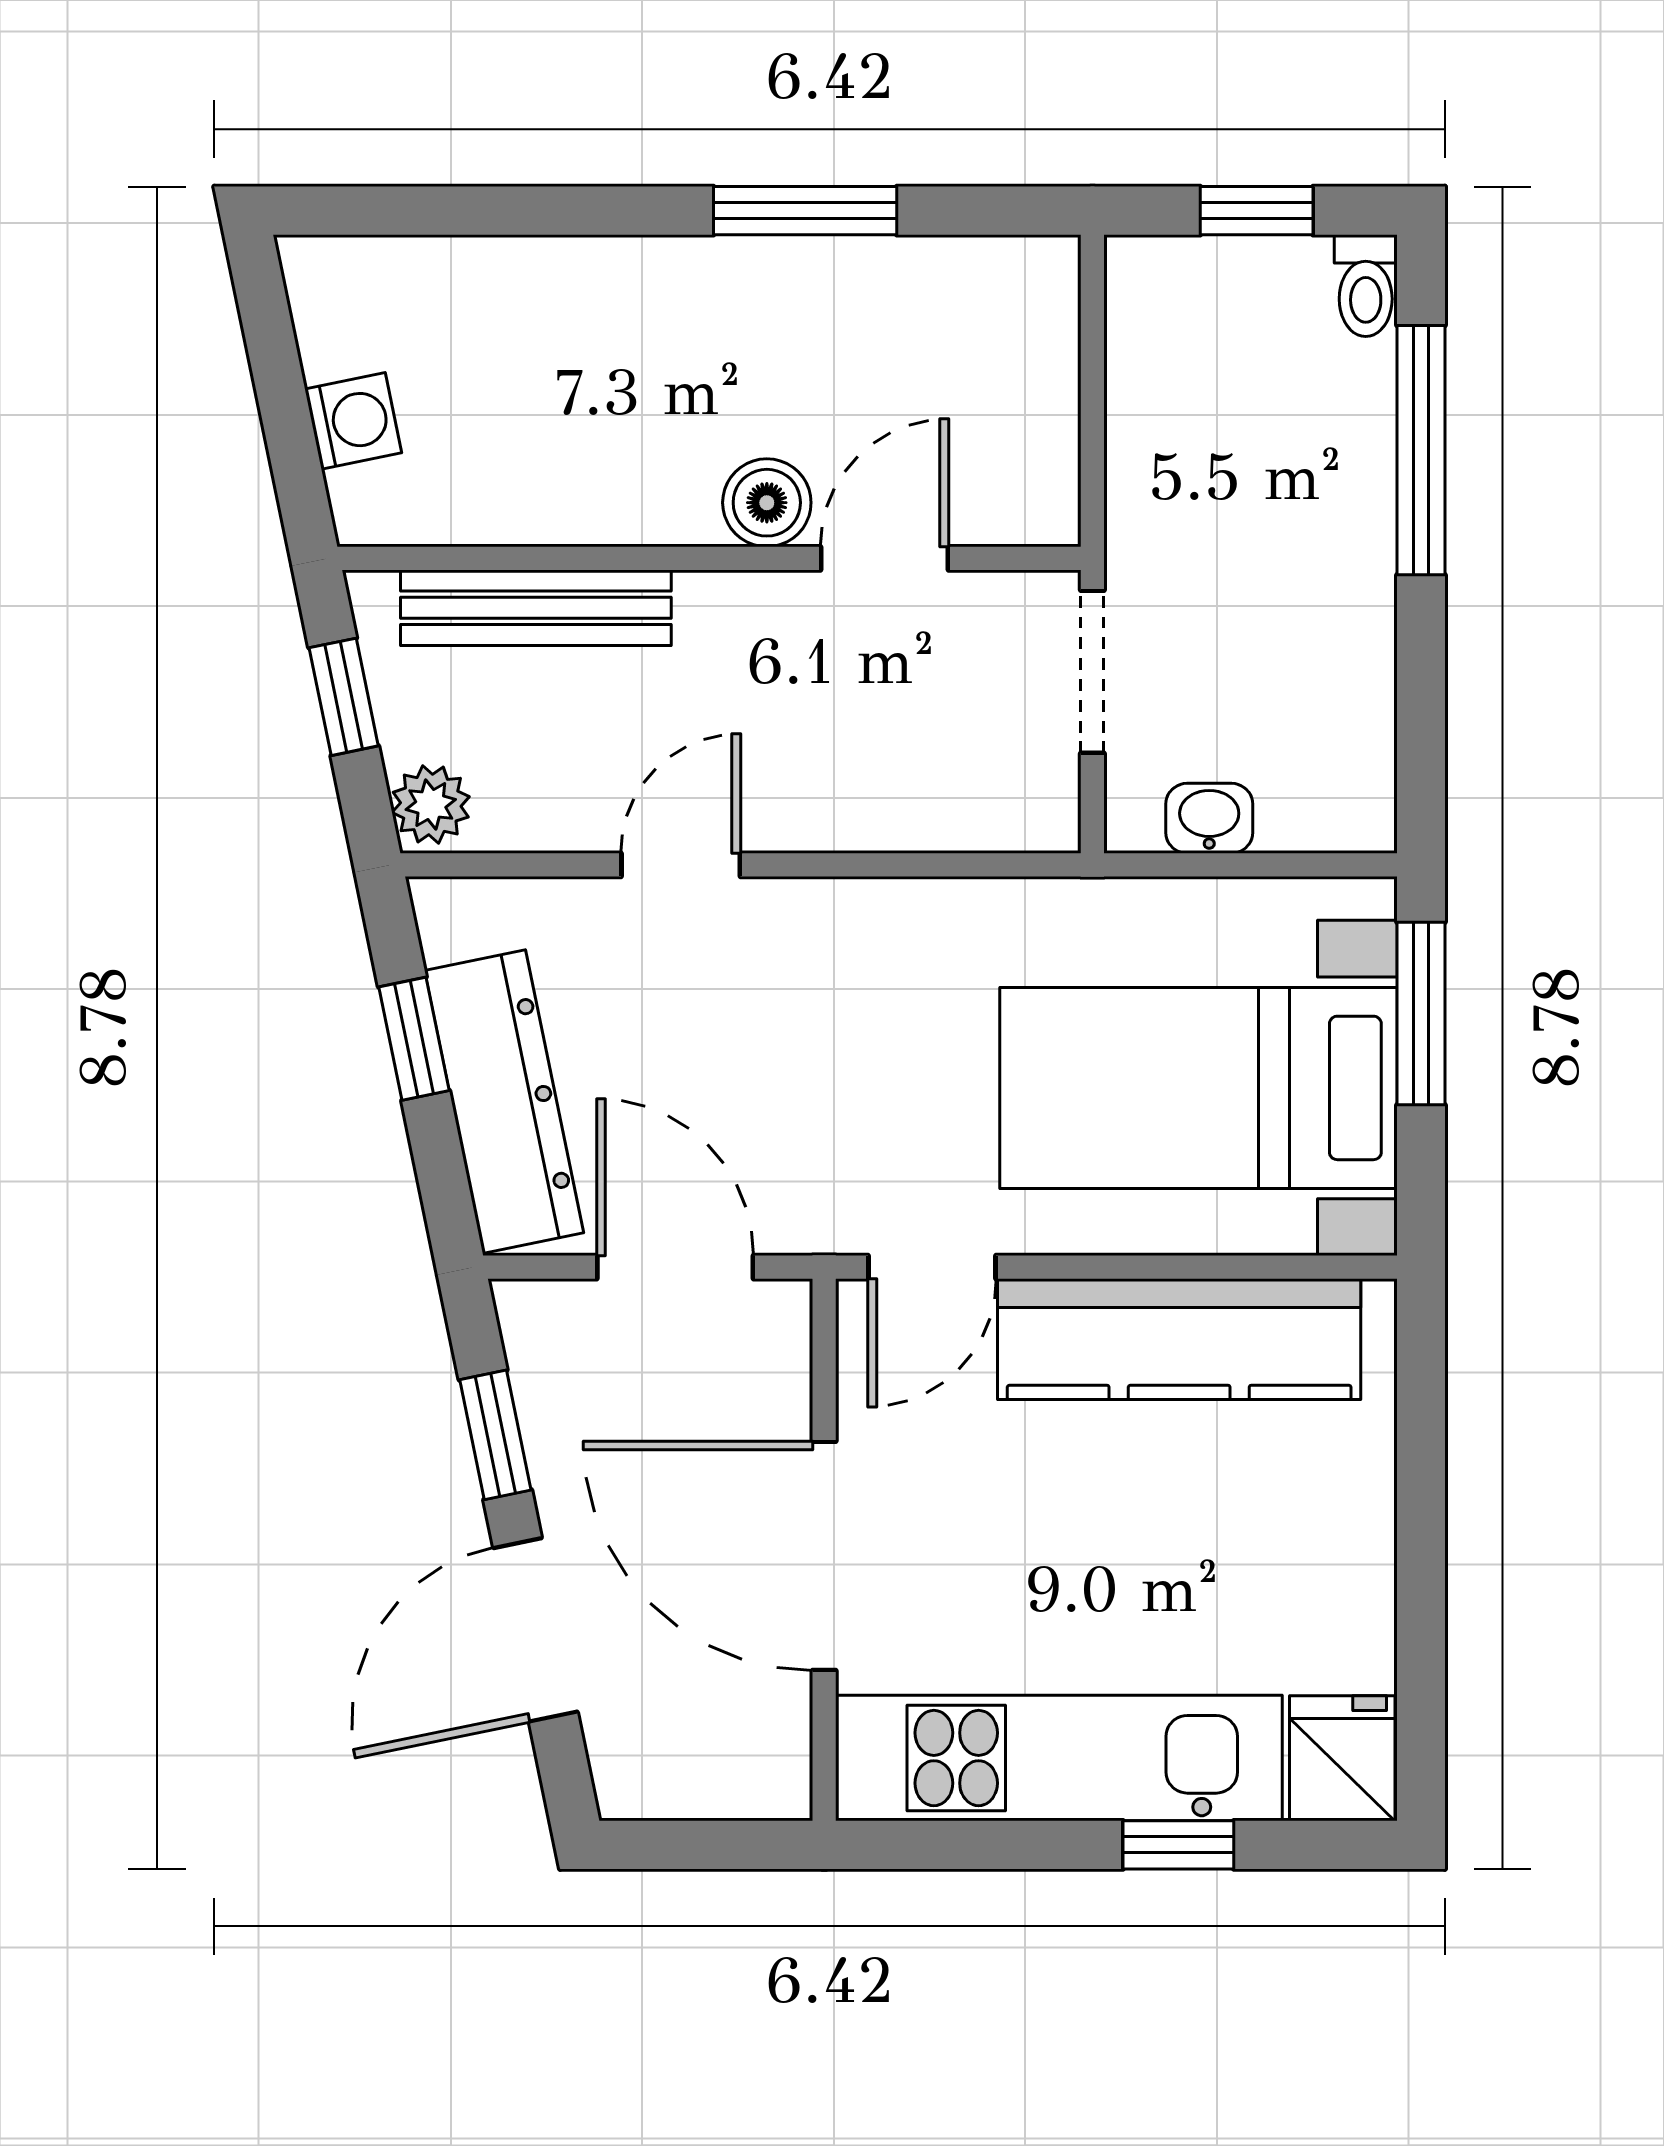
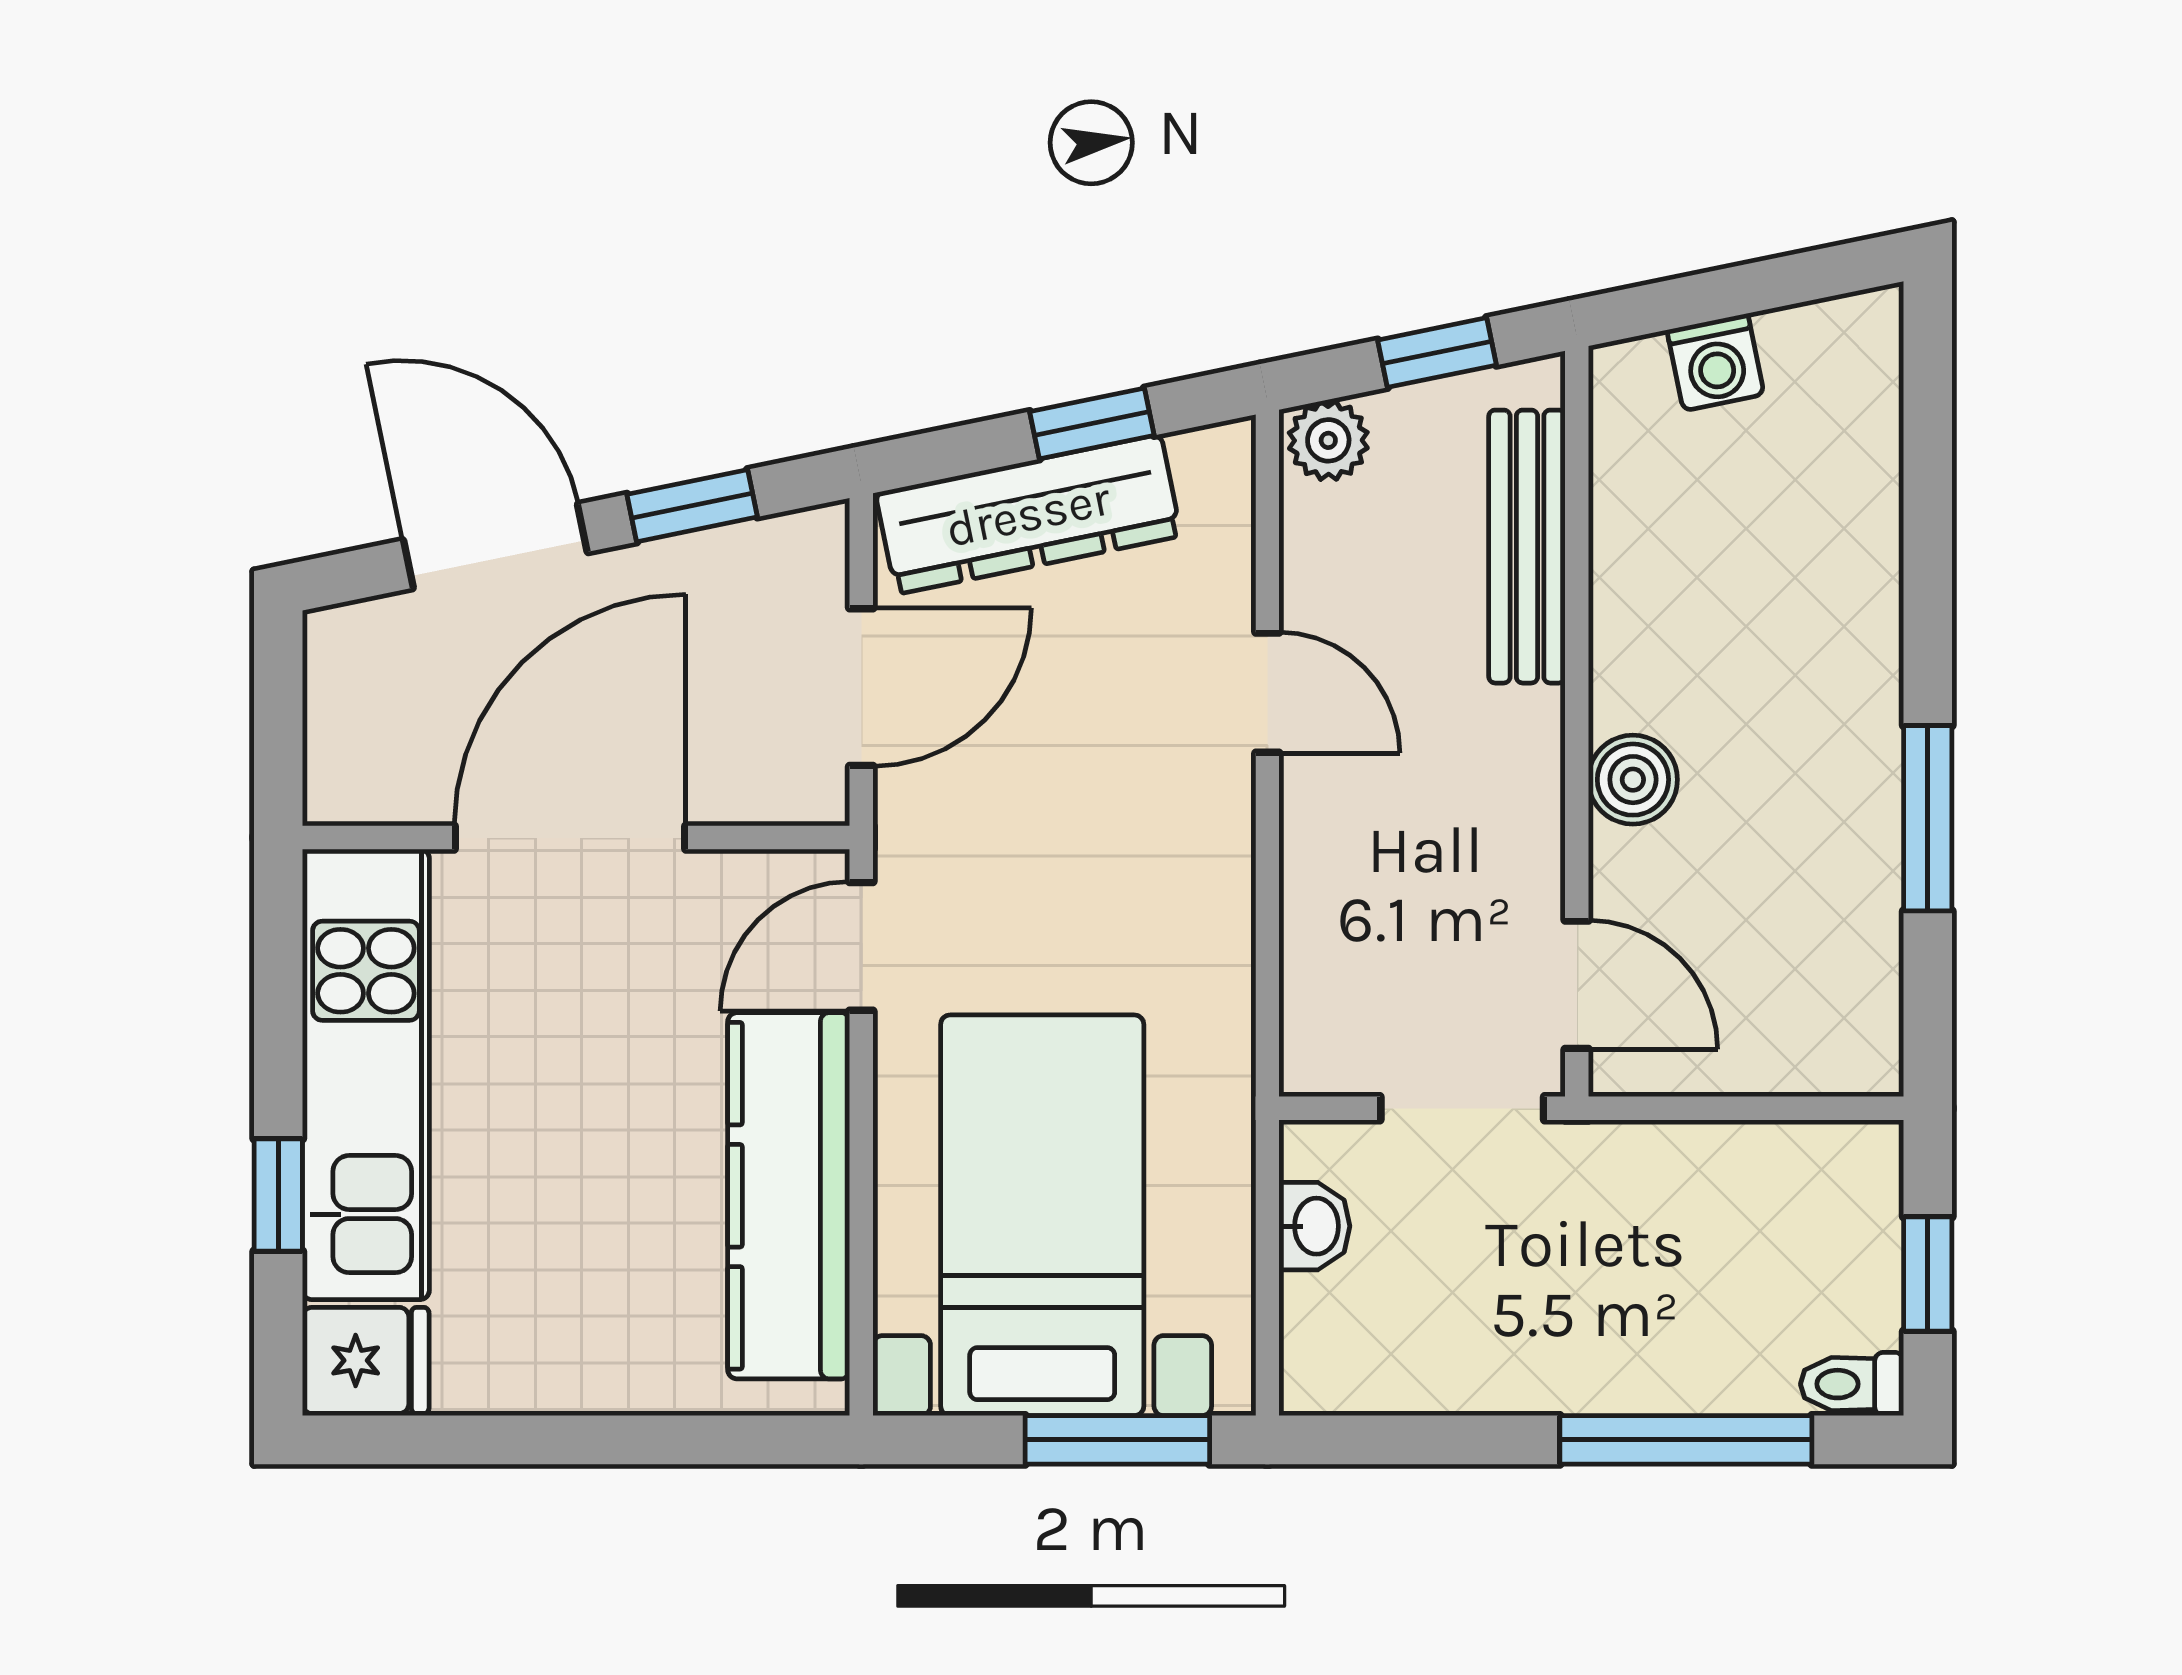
door: (885, 558) -> (1577, 985), moved
door: (932, 1267) -> (861, 946), hinge flipped

